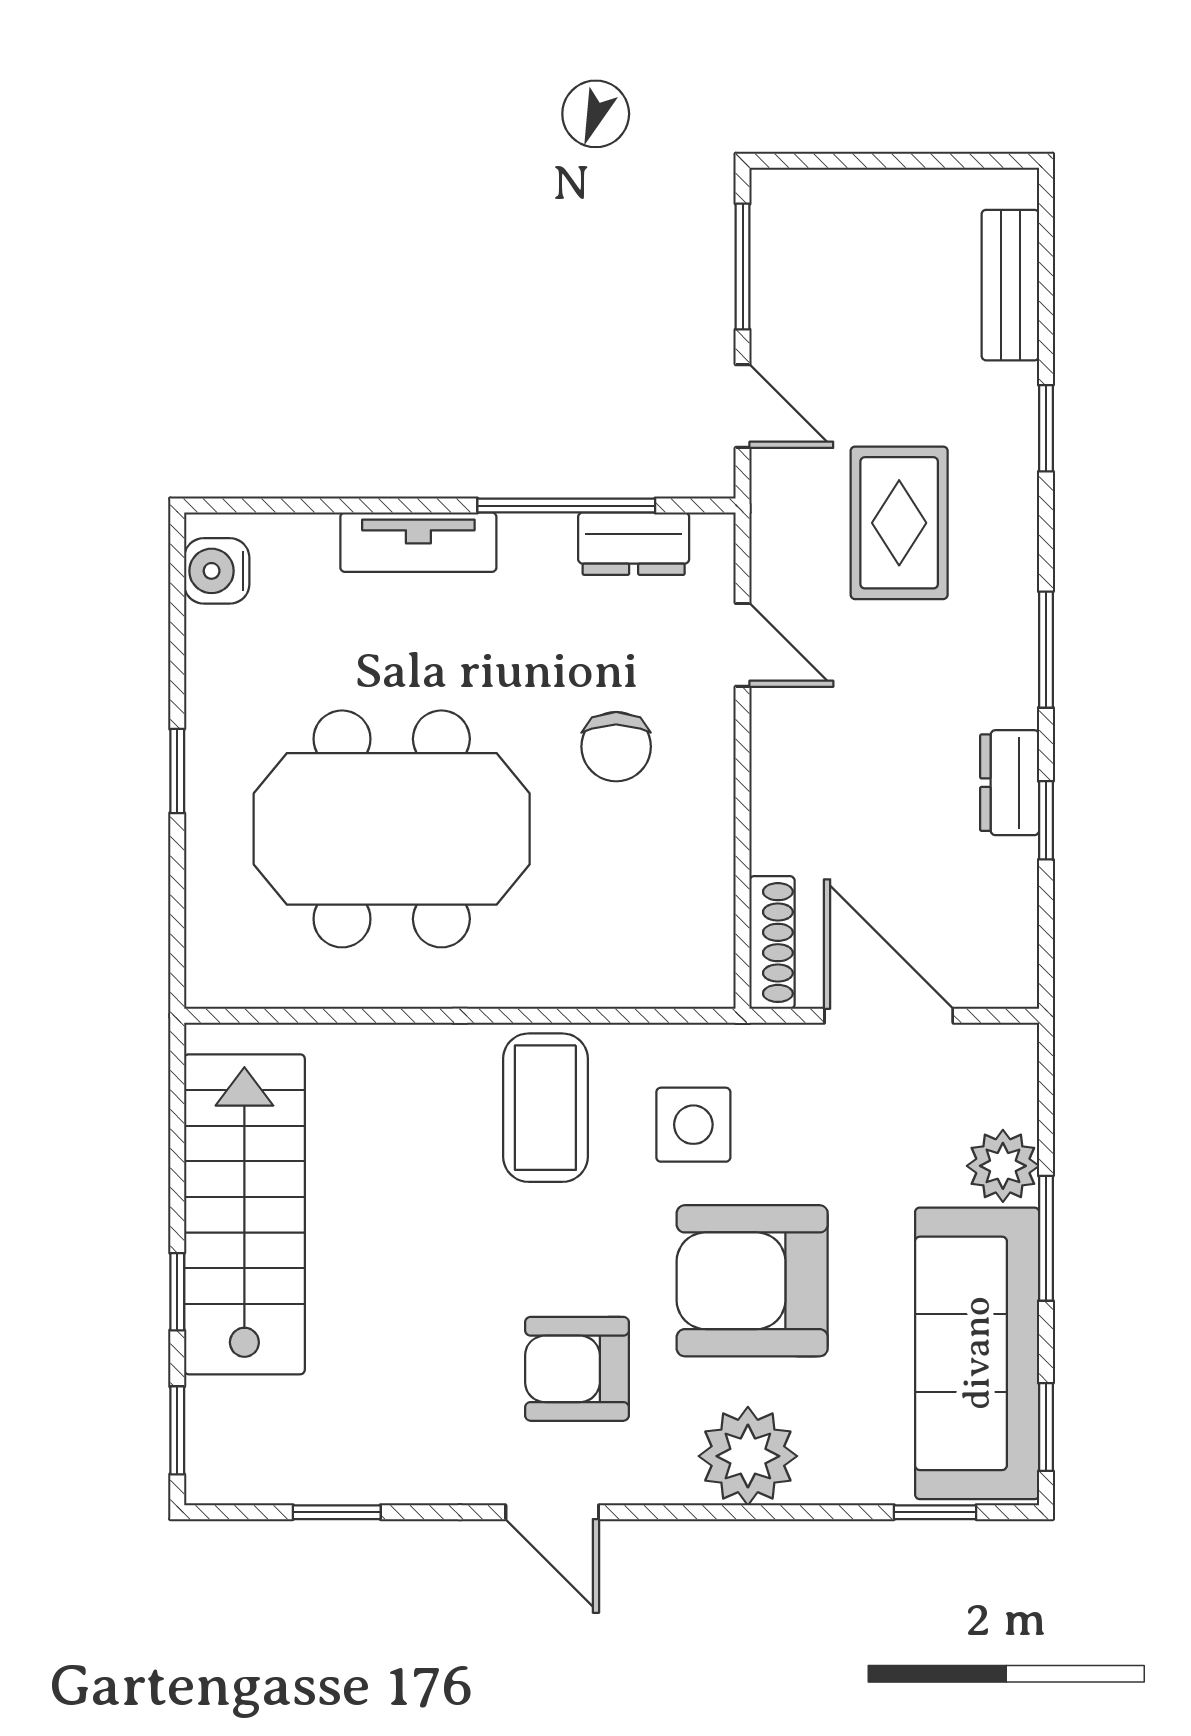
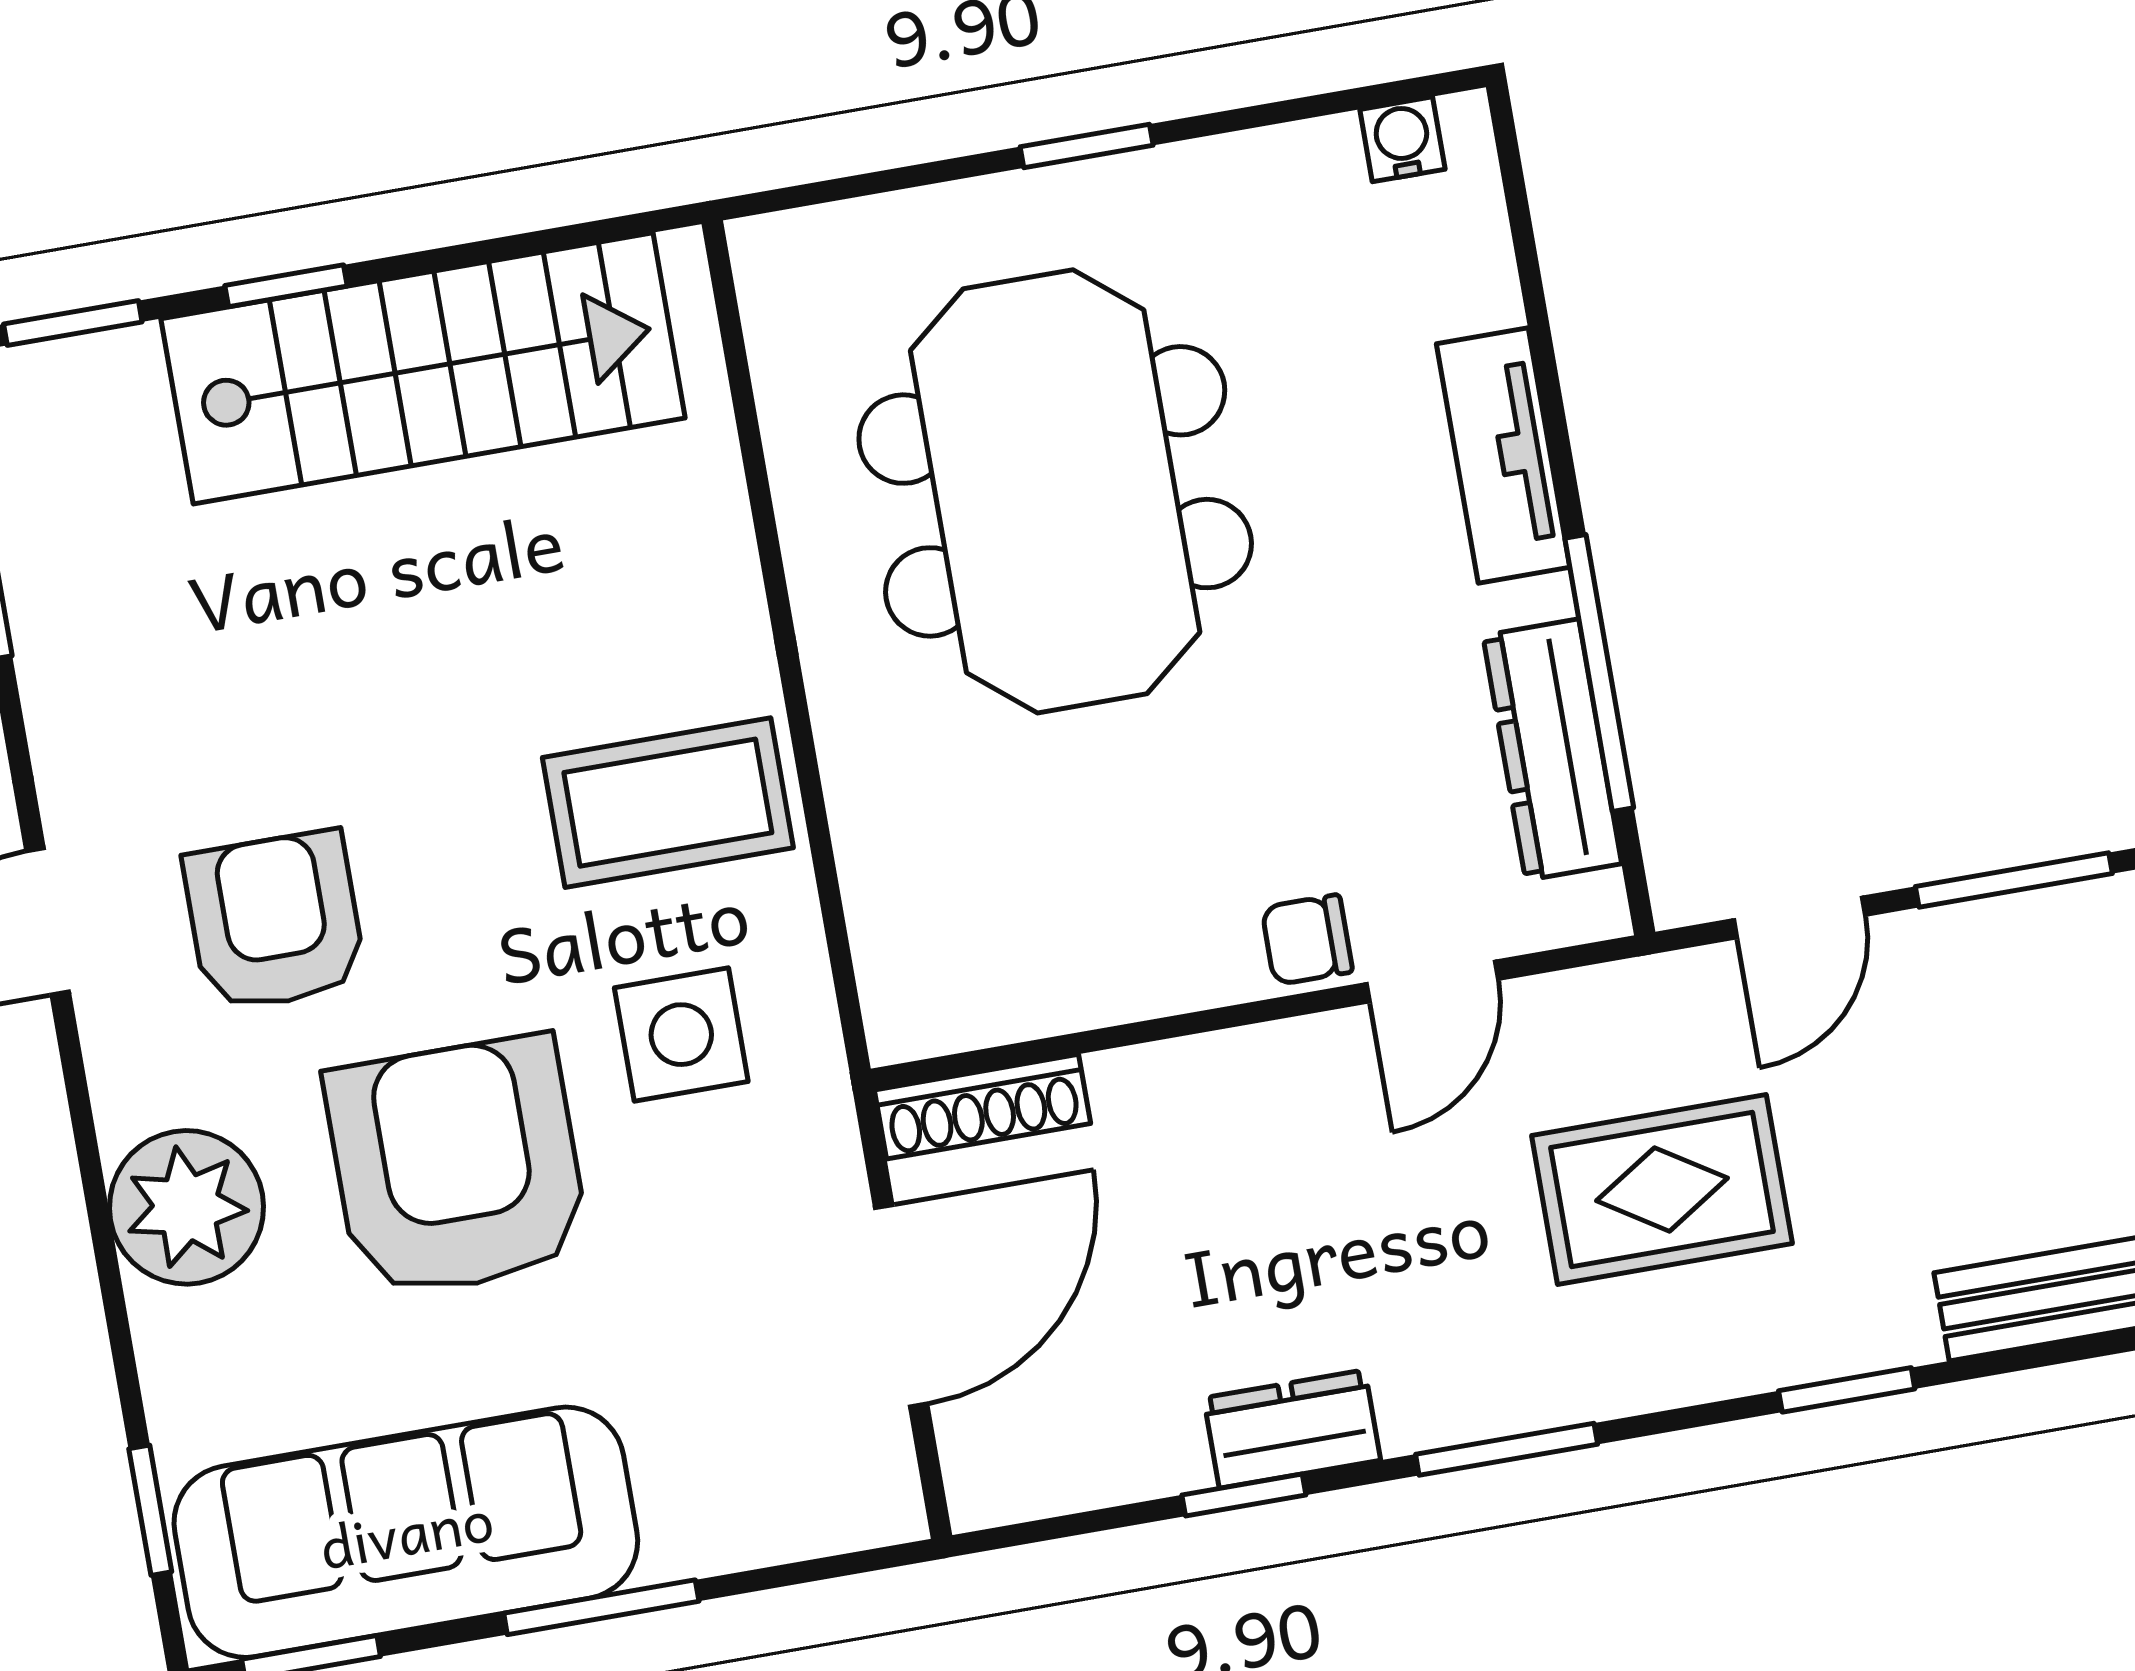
dresser: (634, 544) -> (1552, 750), width x1.44
water cooler: (217, 571) -> (1402, 139), width x0.72, depth x0.72
chair: (616, 747) -> (1307, 940), moved, width x0.73, depth x0.73
plant: (1003, 1166) -> (701, 1522), removed

